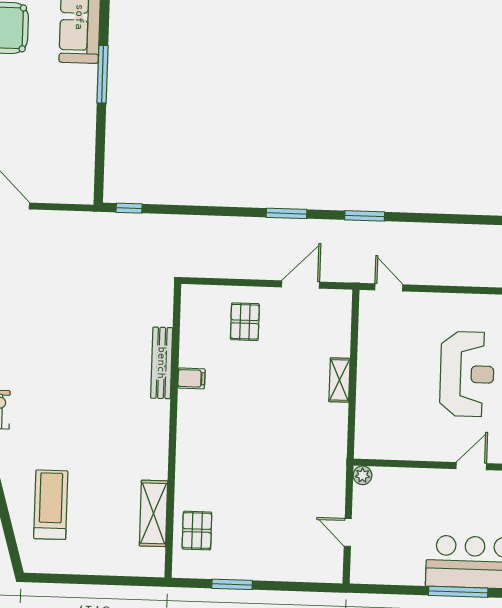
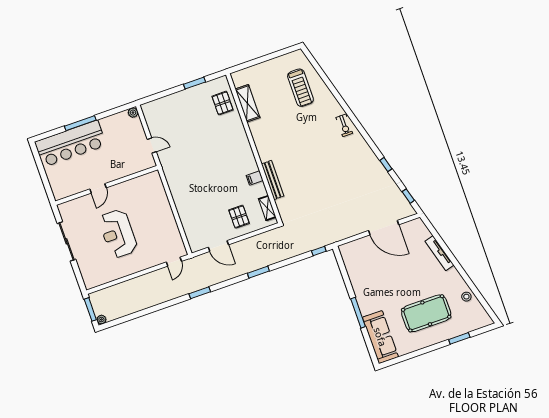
window: (286, 213) -> (258, 272), moved
door: (301, 284) -> (218, 246), hinge flipped
door: (389, 287) -> (174, 262), hinge flipped
shelving: (339, 380) -> (267, 208), moved
plant: (362, 475) -> (133, 113), moved
door: (348, 532) -> (152, 145), moved

